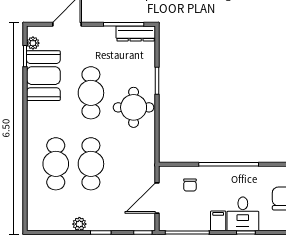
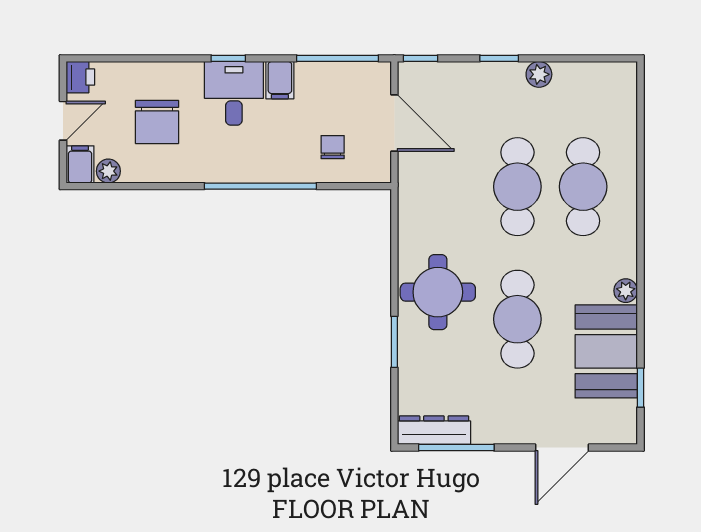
plant: (33, 43) -> (626, 291), moved
door: (157, 198) -> (394, 123), hinge flipped

